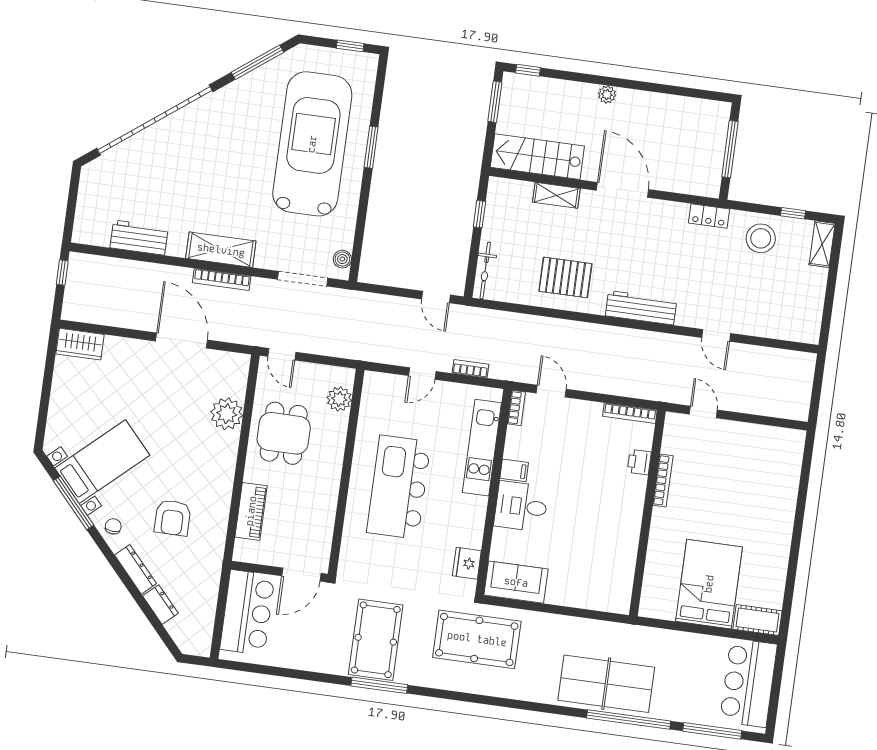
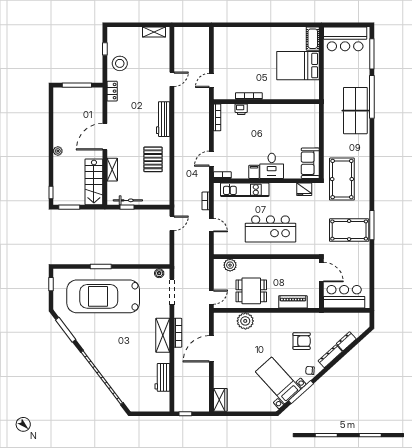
shelving: (822, 244) -> (154, 32), moved
bicycle: (485, 271) -> (128, 200), moved

